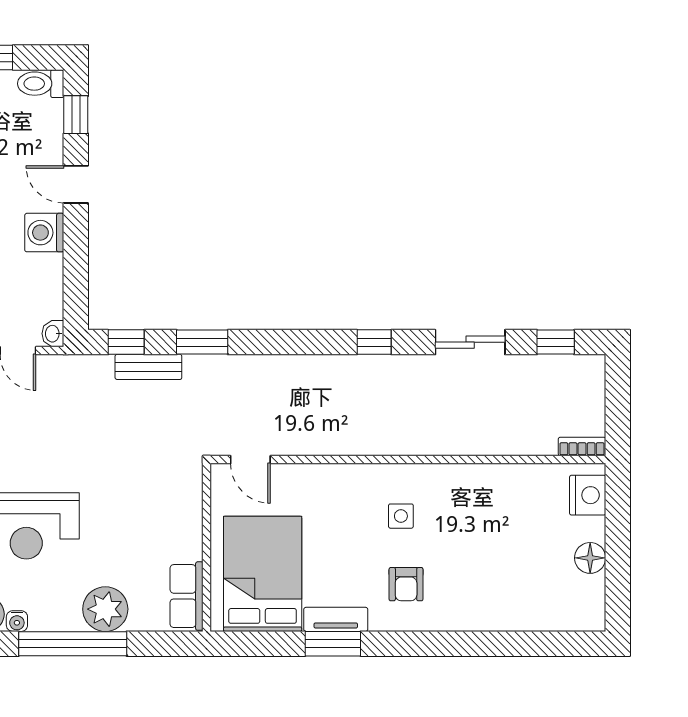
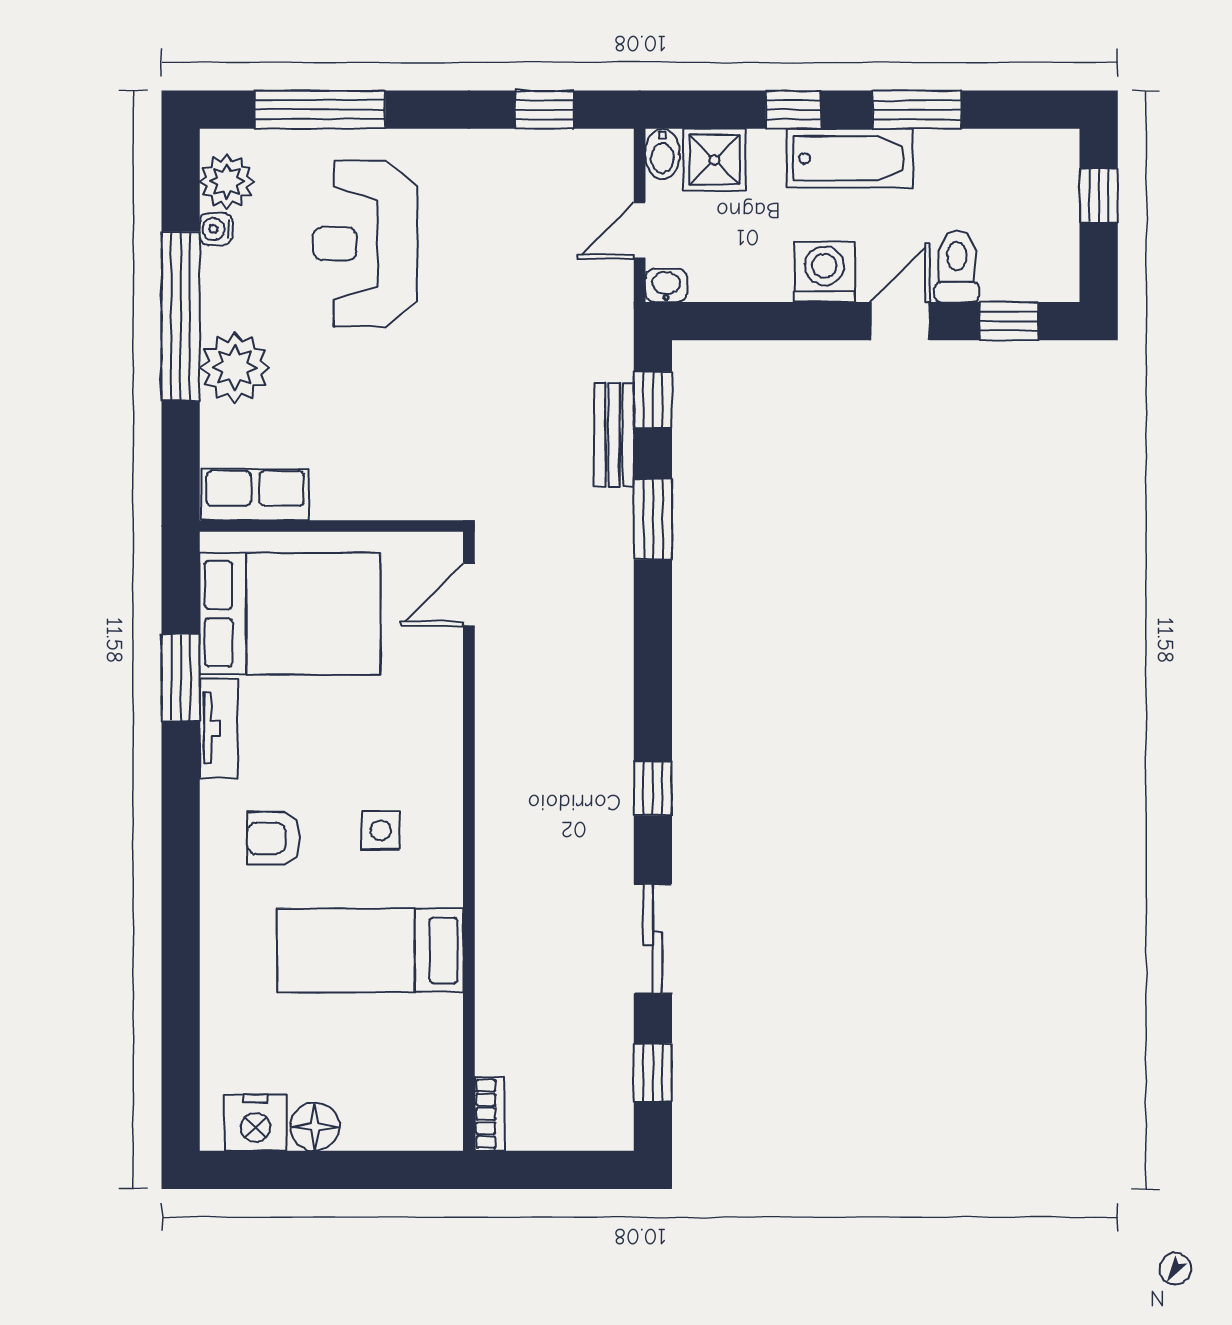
toilet: (41, 84) -> (957, 266), moved
nightstand: (588, 495) -> (255, 1123), moved
bed: (478, 523) -> (370, 950), added
window: (333, 644) -> (181, 677), moved

